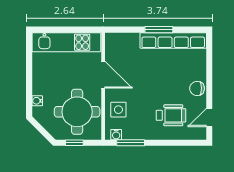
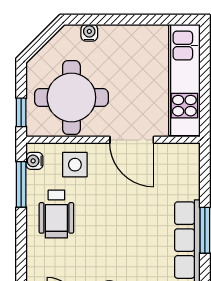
door: (103, 75) -> (132, 140), hinge flipped
wheelchair: (171, 115) -> (56, 214), moved
window: (74, 143) -> (21, 112), moved

